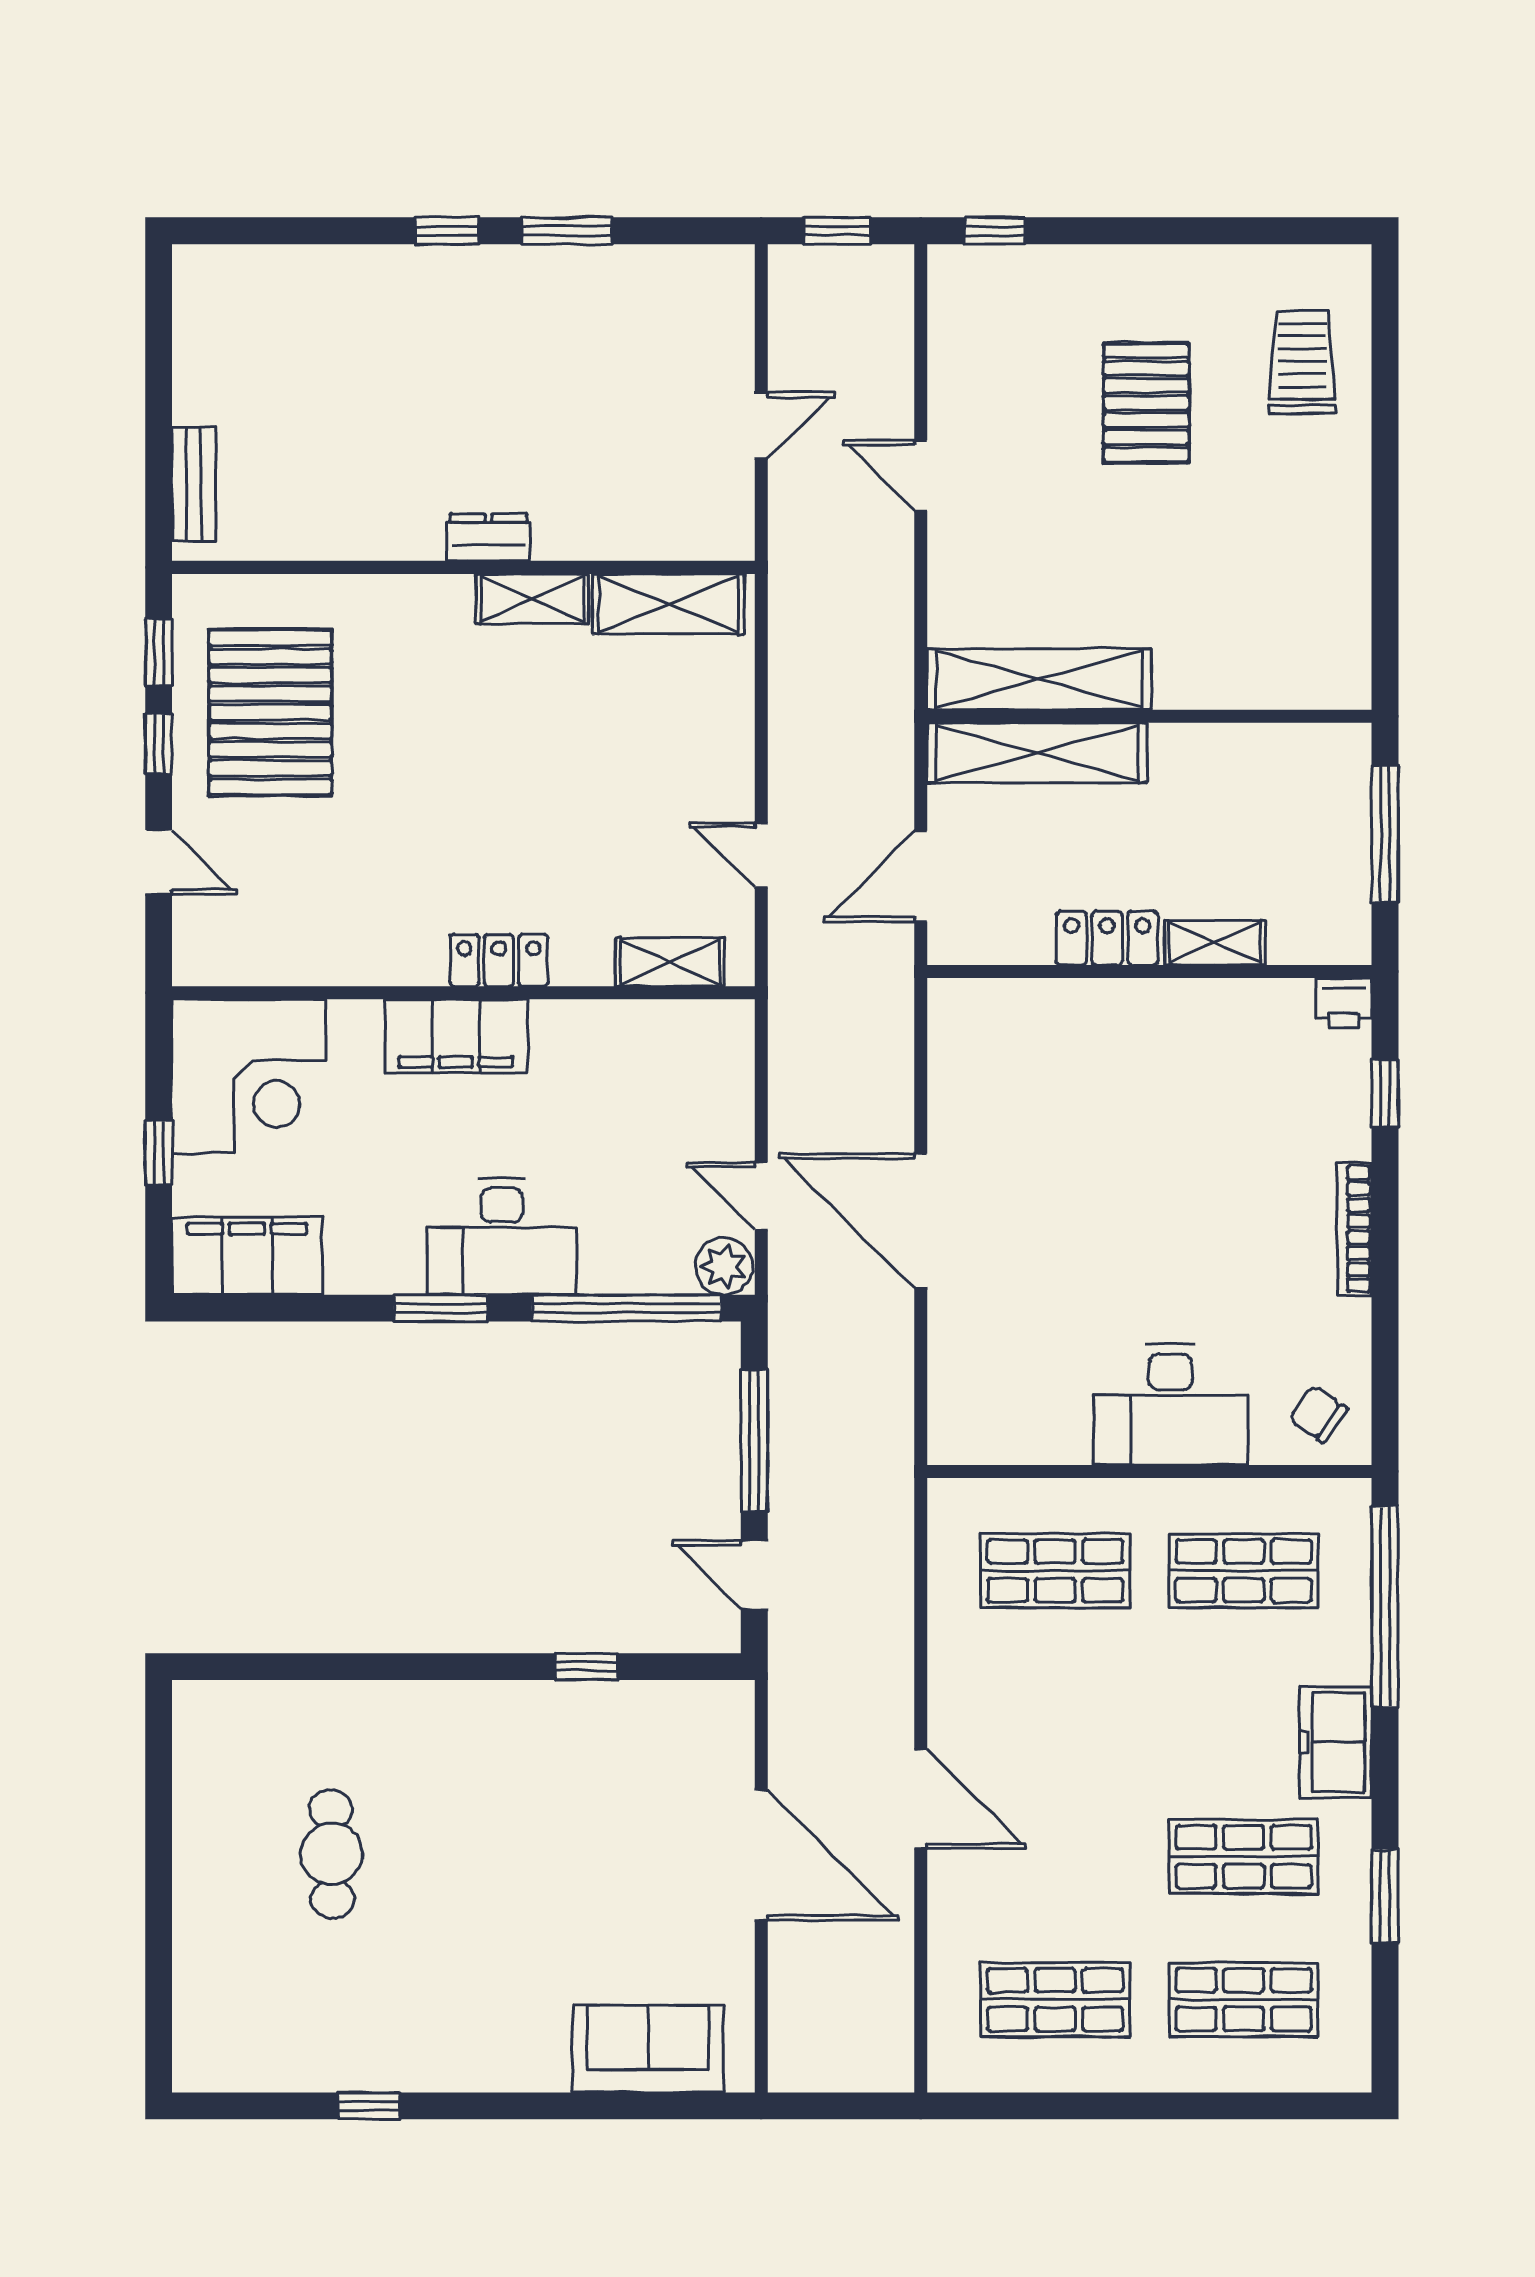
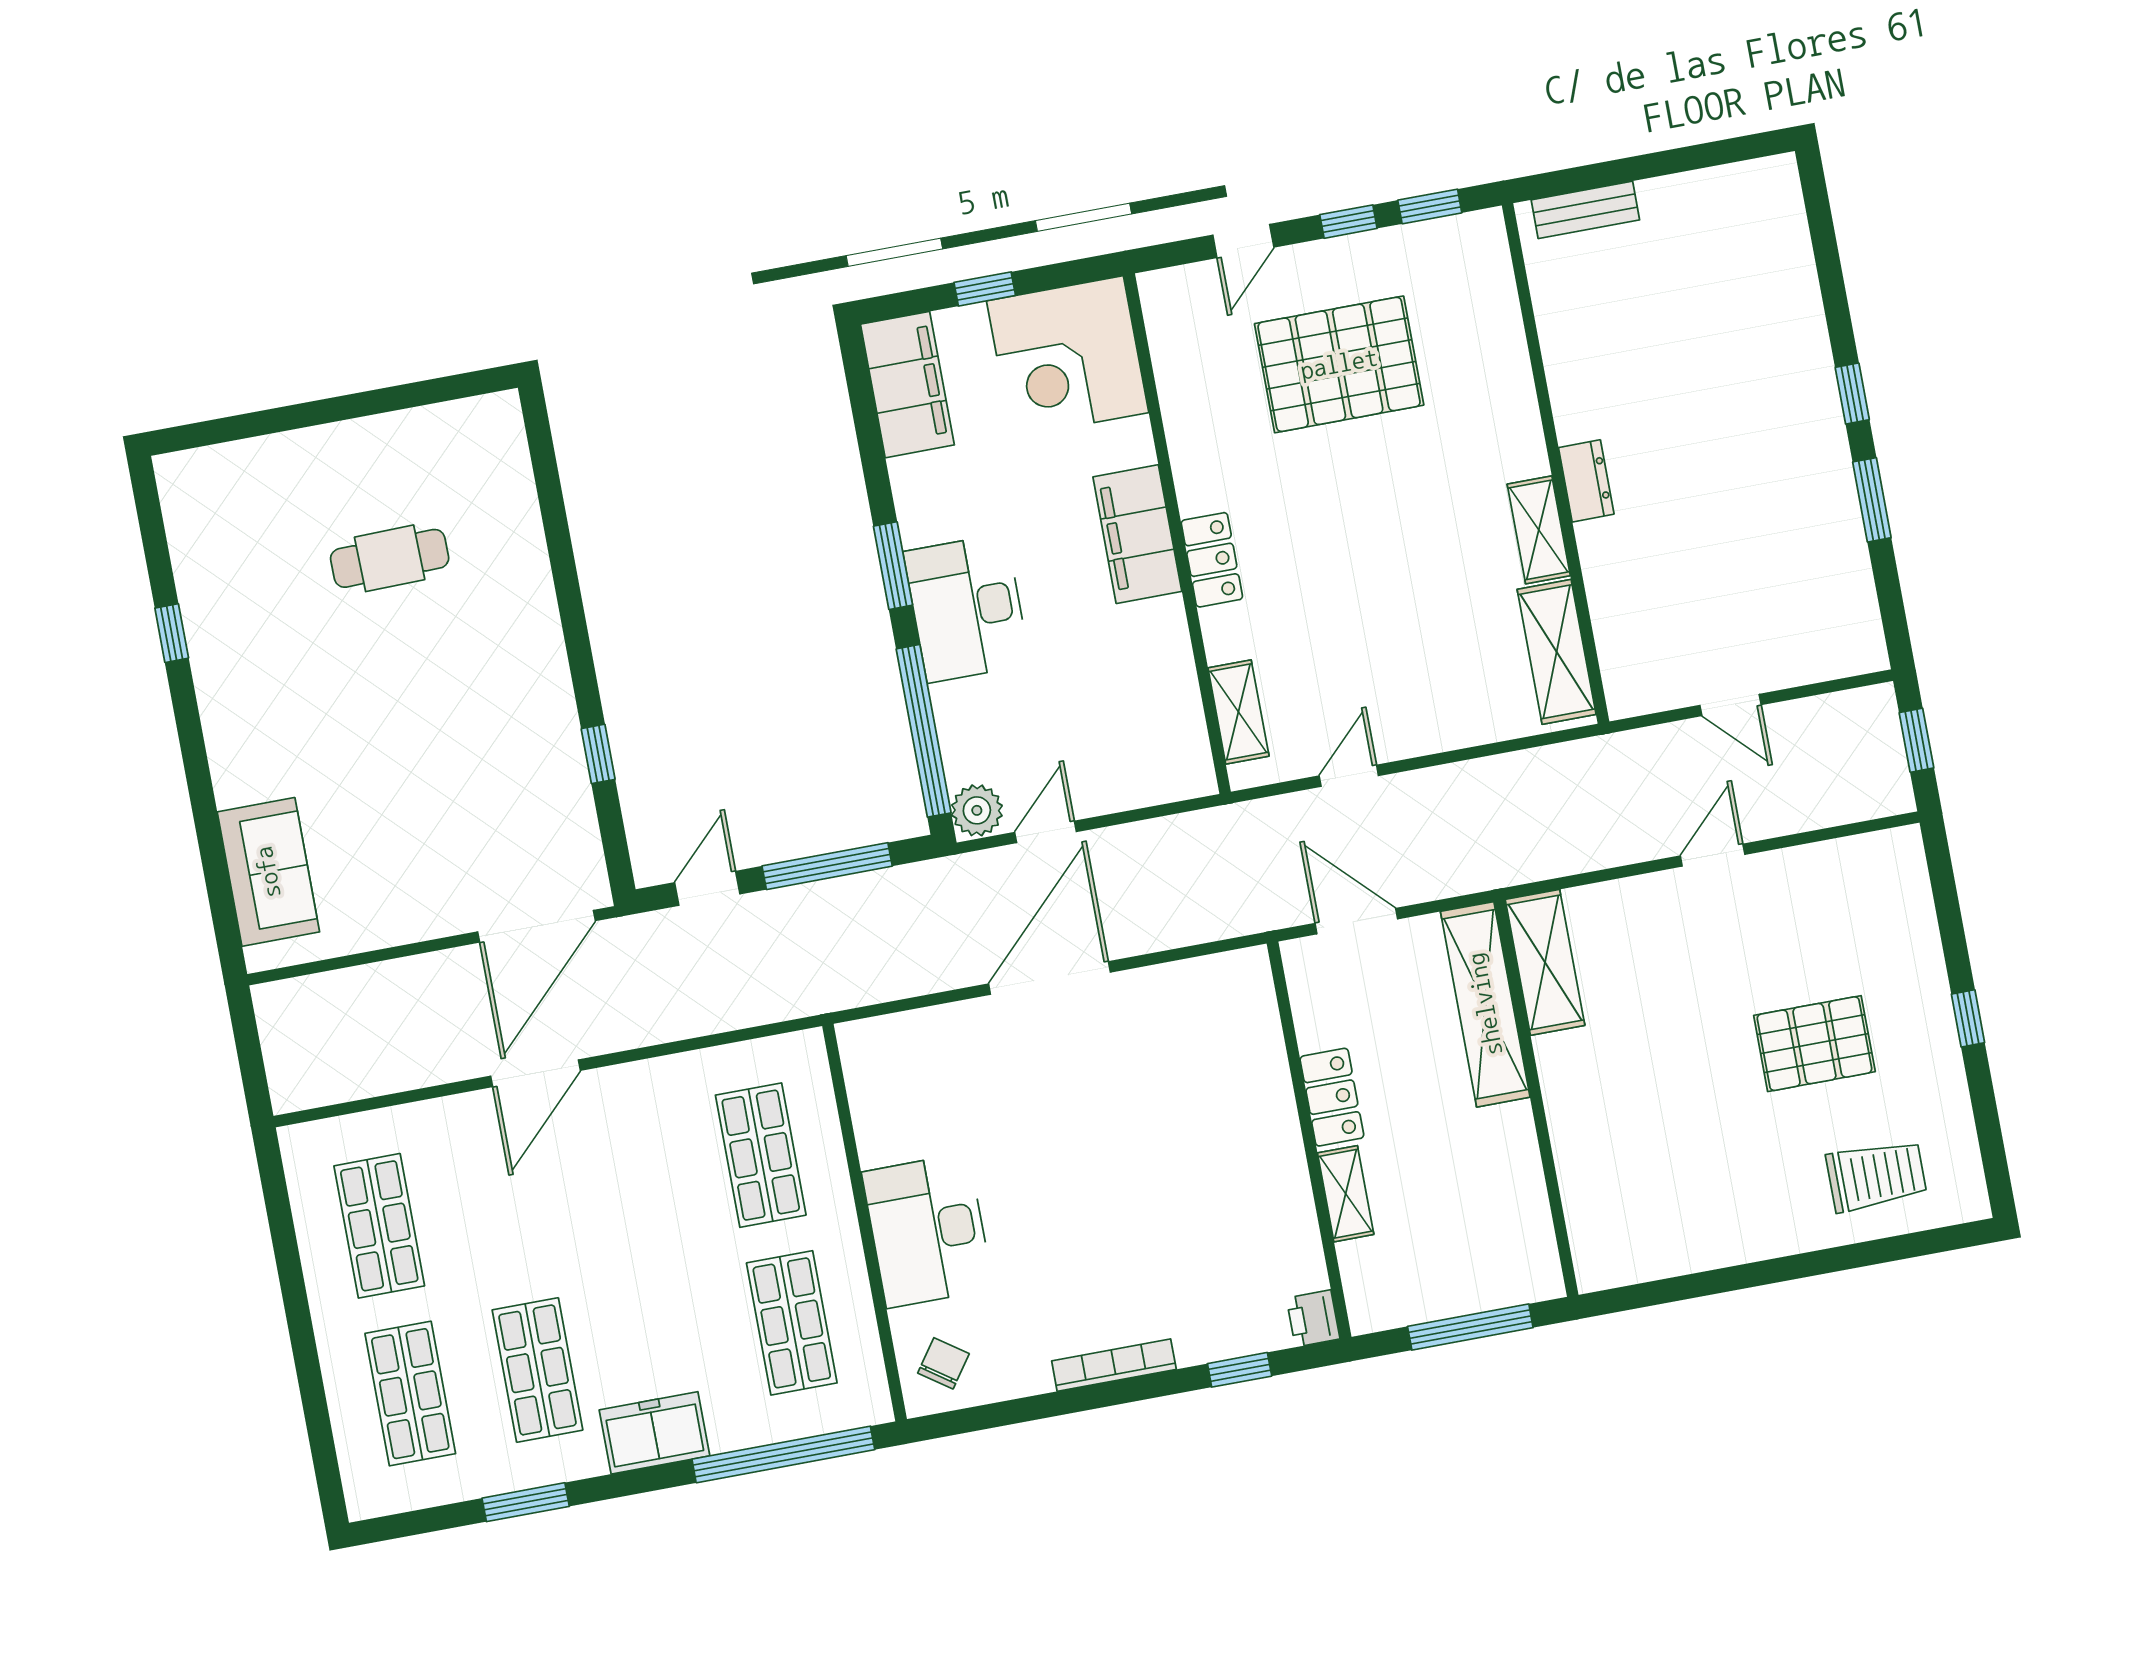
window: (995, 231) -> (1968, 1018), moved
shelving: (1039, 679) -> (1545, 962), width x0.68
pallet: (270, 712) -> (1339, 364), moved
door: (761, 1855) -> (536, 926), moved

